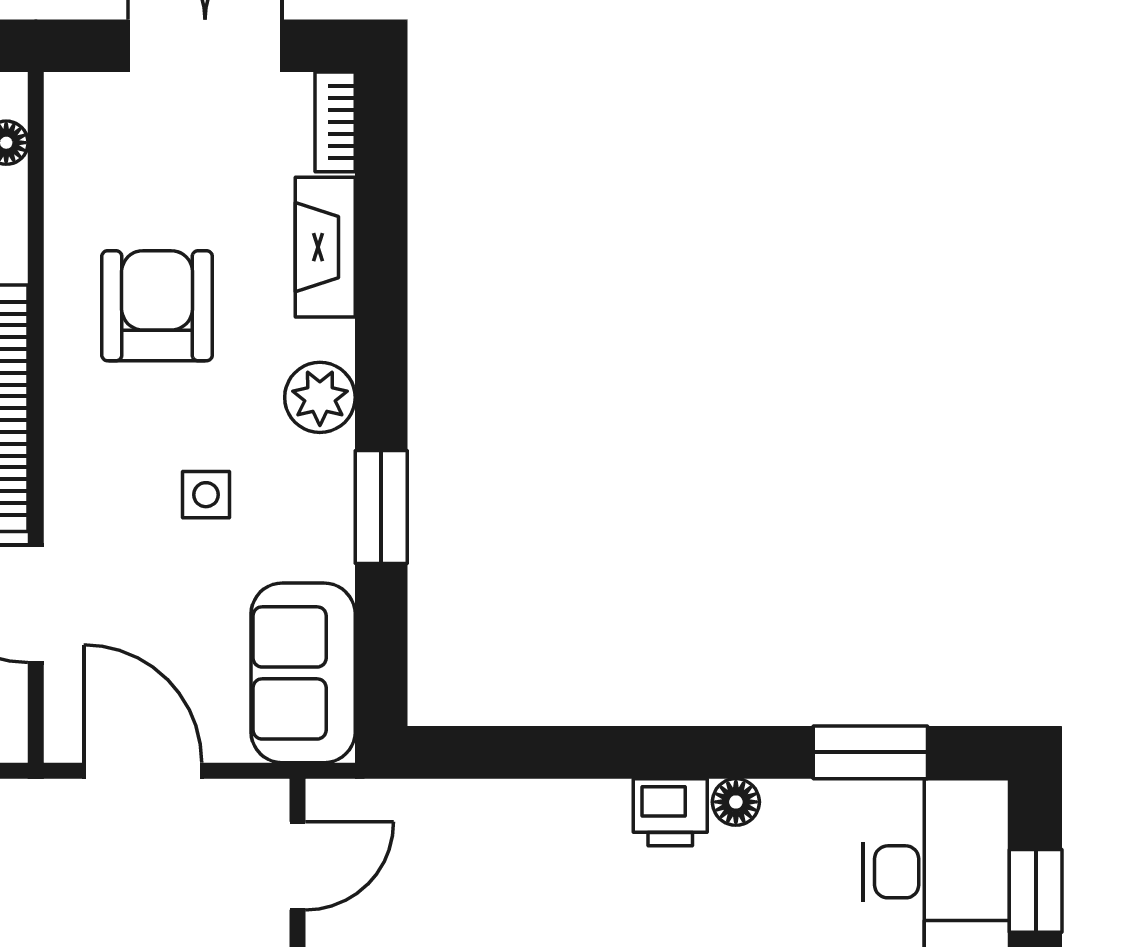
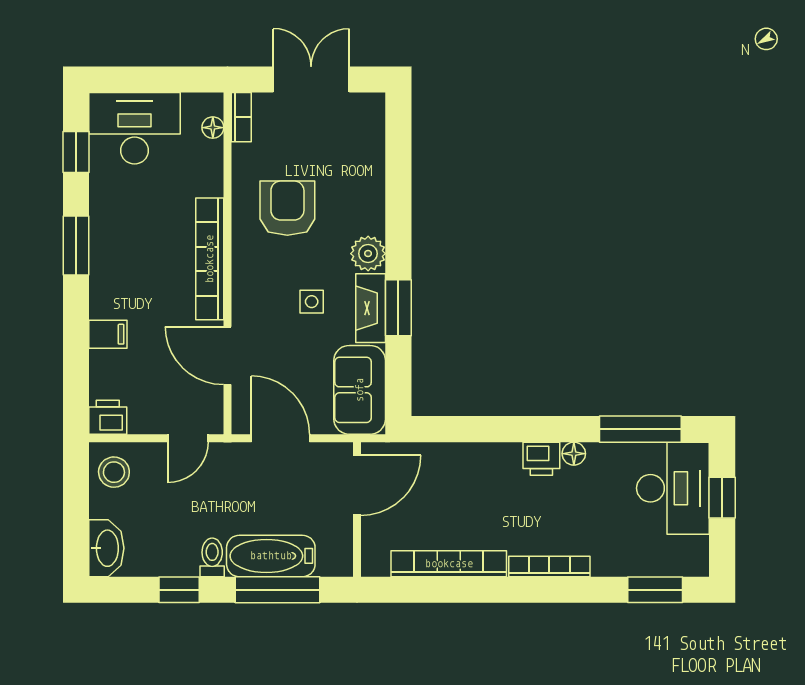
bookcase: (335, 122) -> (241, 117), moved, turned 180
fireplace: (325, 247) -> (371, 308), moved
window: (870, 752) -> (640, 429), width x1.44
door: (298, 866) -> (357, 485), width x1.38

